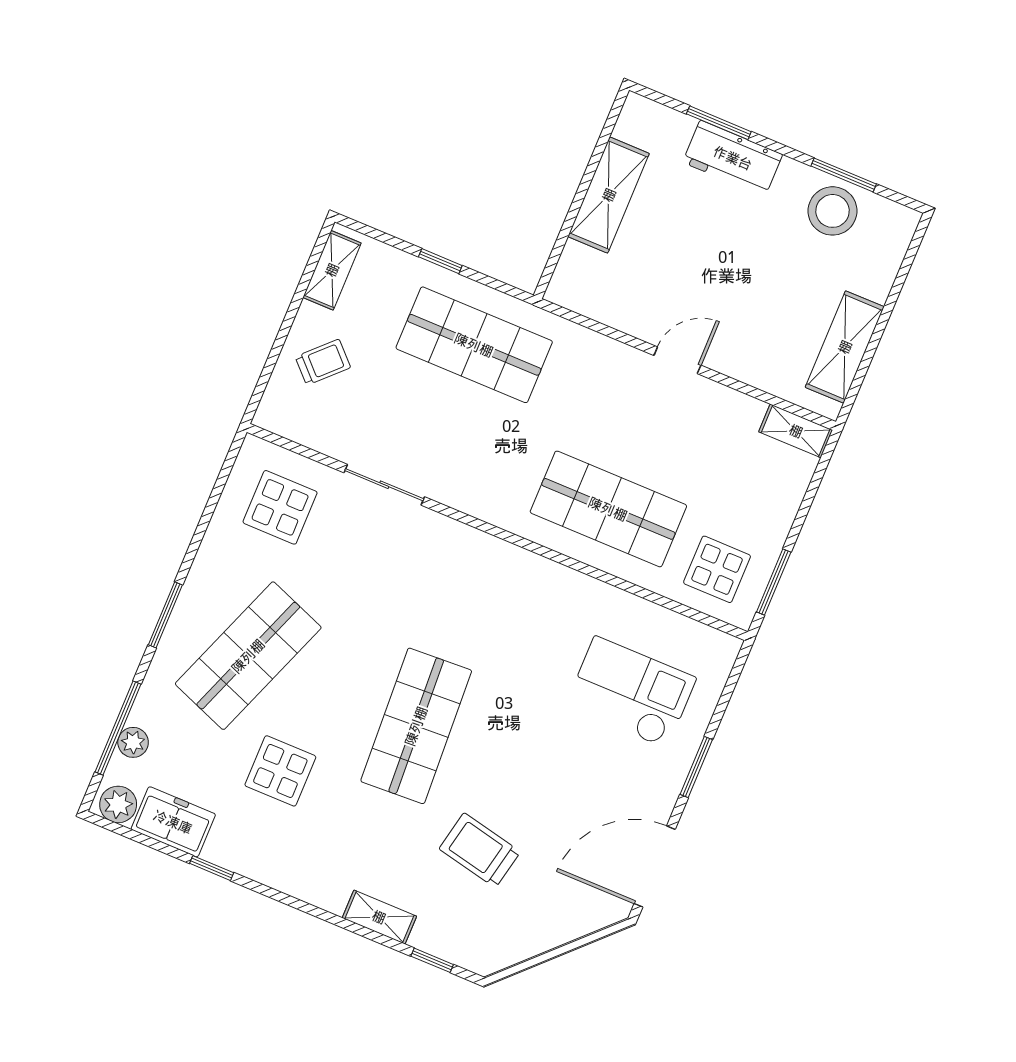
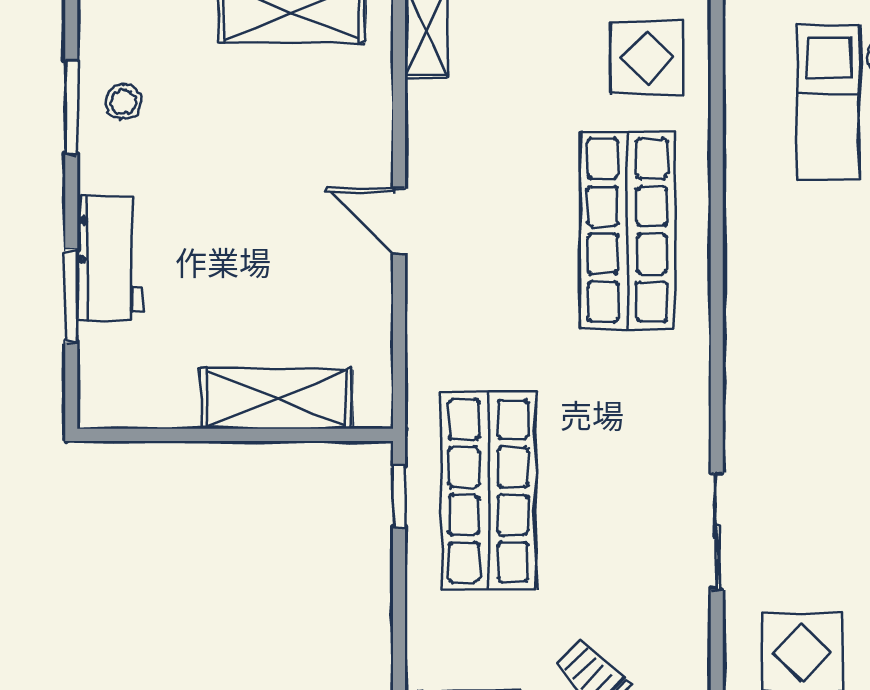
shelving: (609, 195) -> (277, 399), moved
stool: (833, 211) -> (124, 102), width x0.53, depth x0.53
window: (440, 261) -> (399, 496), moved

